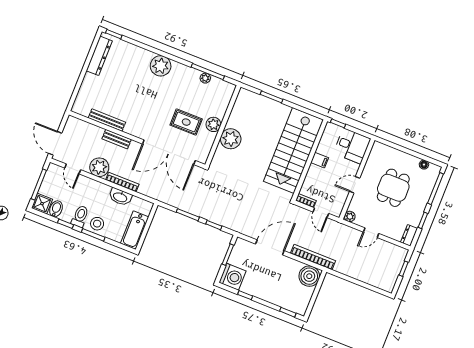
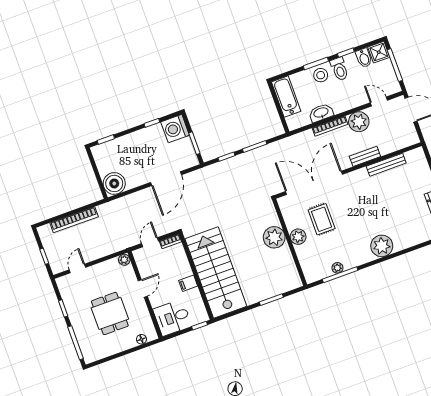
rug: (186, 122) -> (322, 219), turned 90
floor lamp: (424, 165) -> (141, 339), moved
door: (321, 213) -> (150, 242), hinge flipped
door: (371, 233) -> (77, 269), moved
dresser: (409, 235) -> (64, 287), removed
bookcase: (313, 257) -> (74, 220), moved

